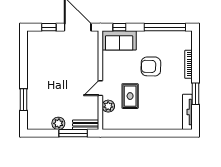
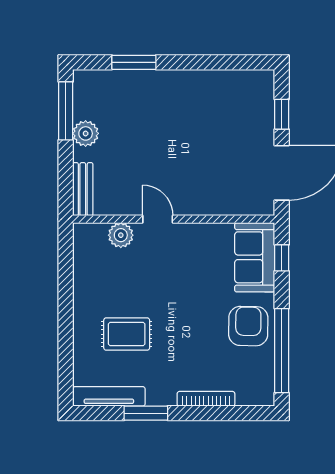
armchair: (151, 66) -> (248, 326), moved
rug: (130, 96) -> (127, 334), moved
window: (73, 133) -> (66, 111), moved

